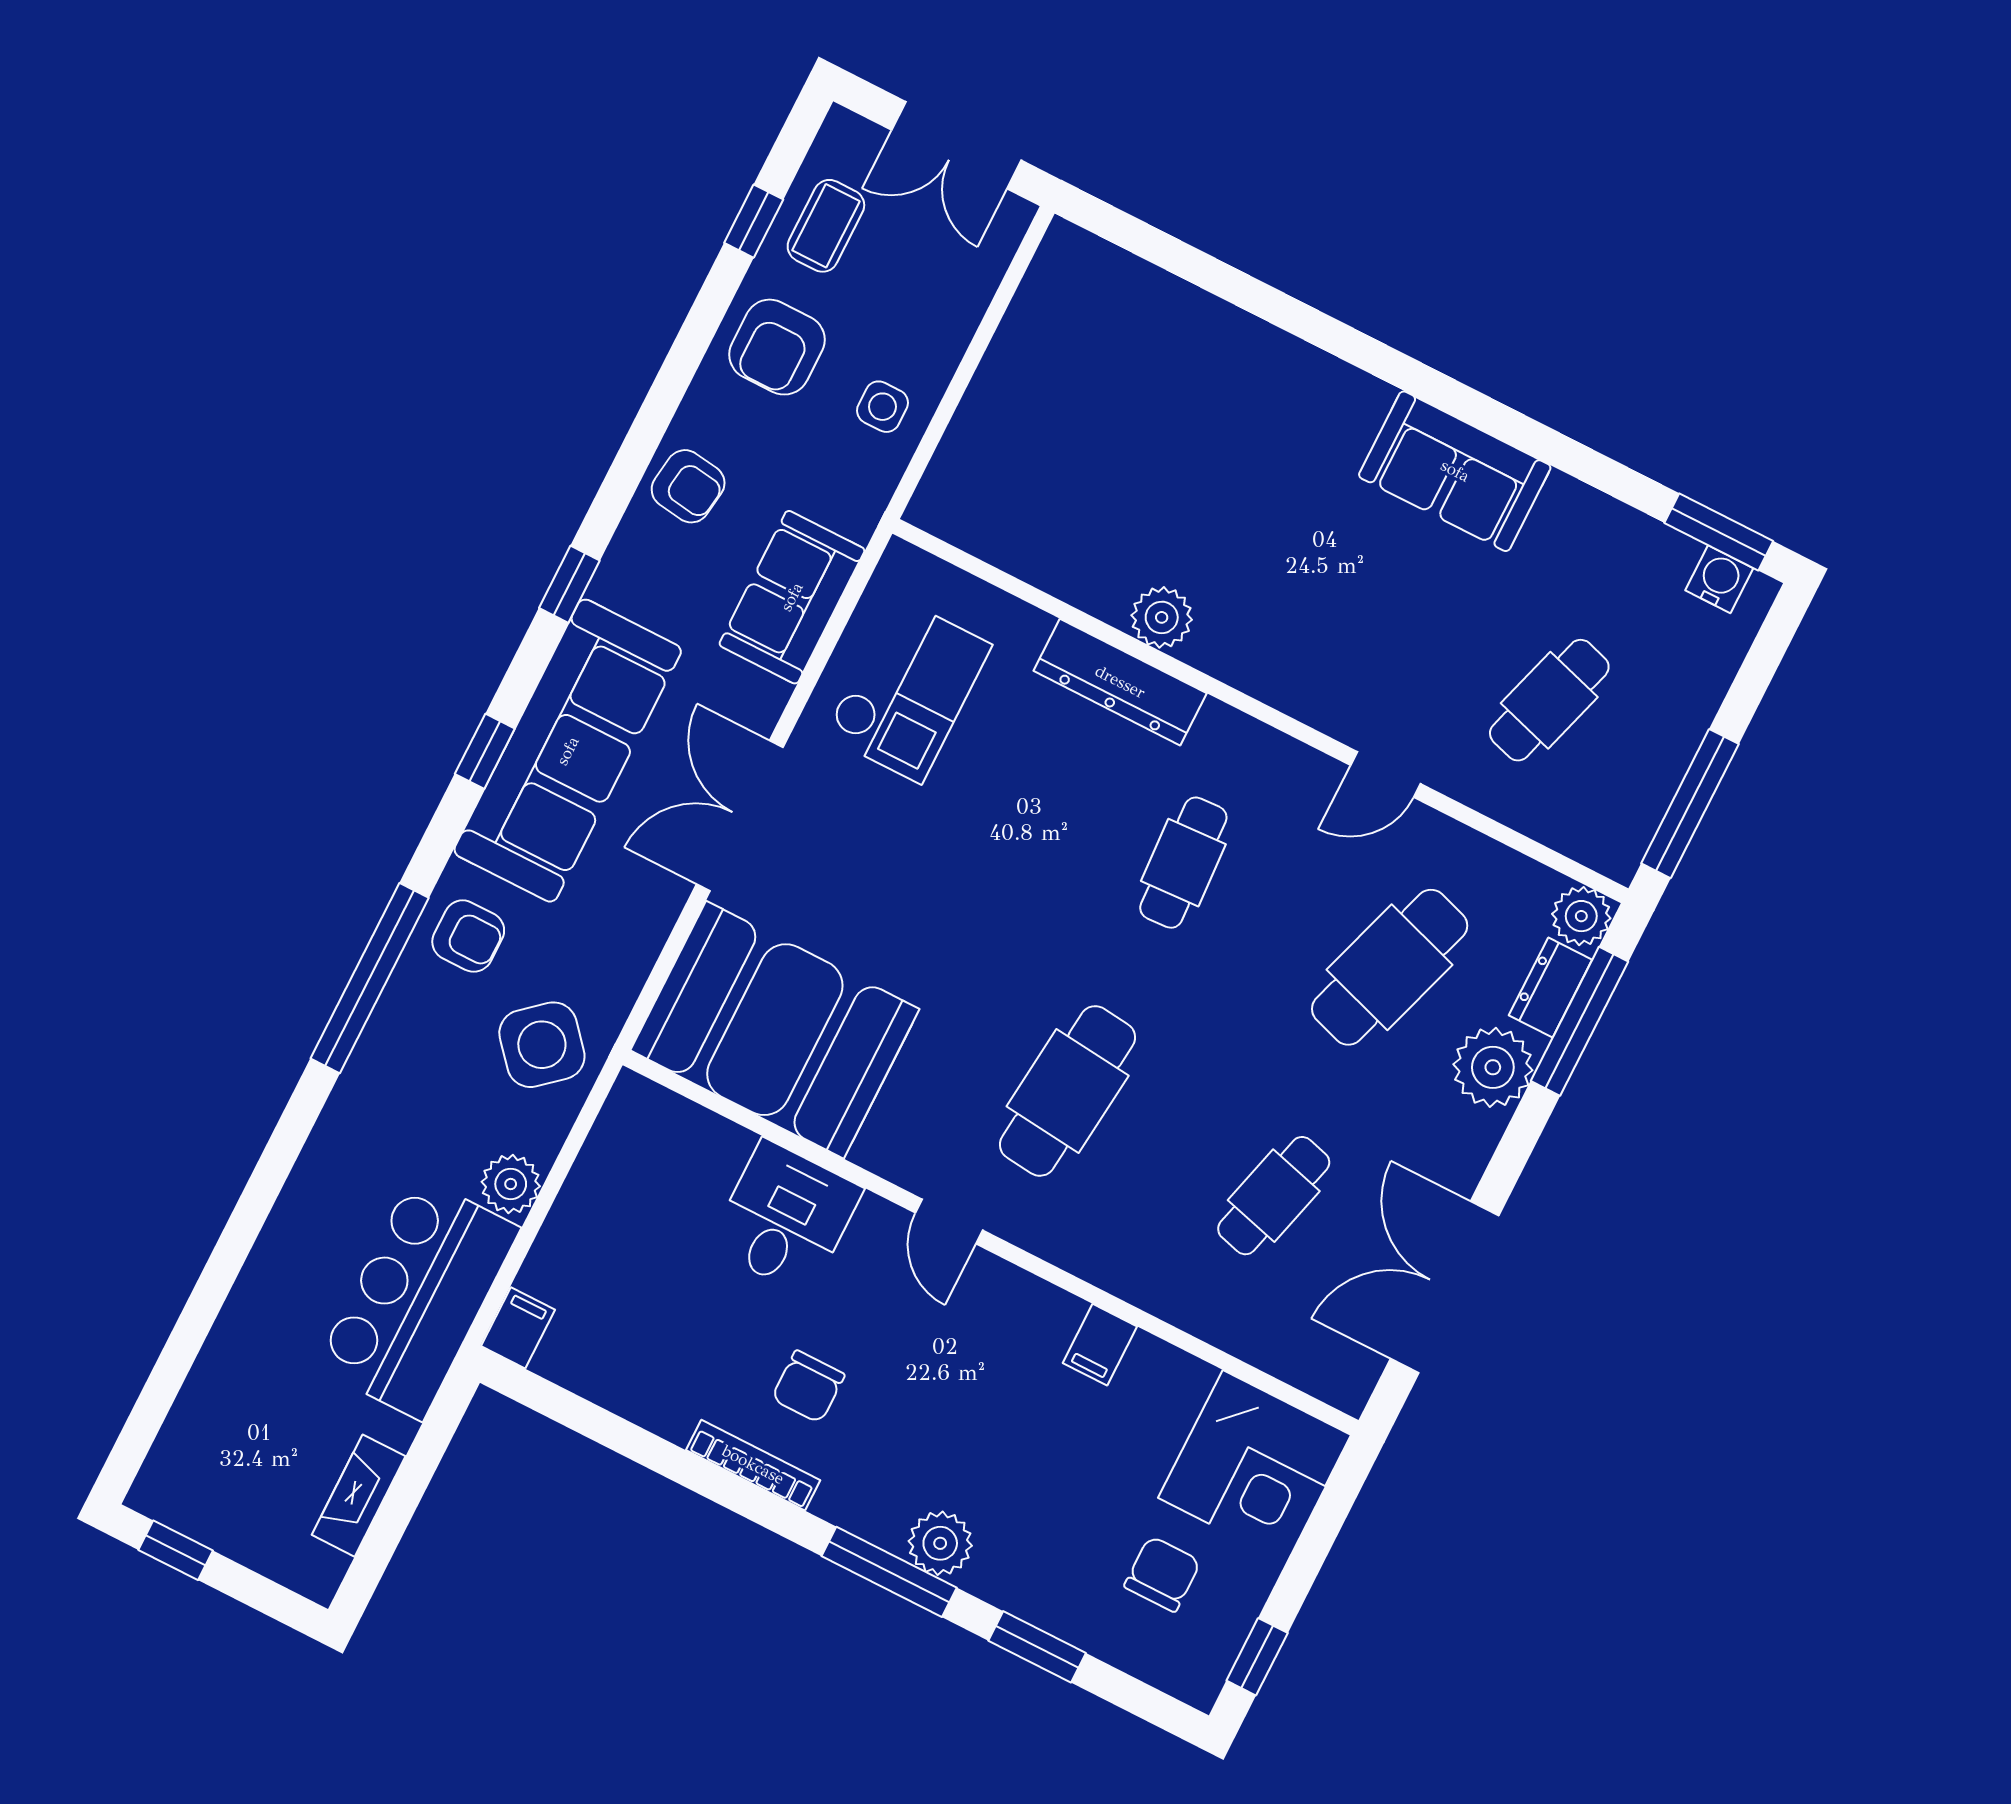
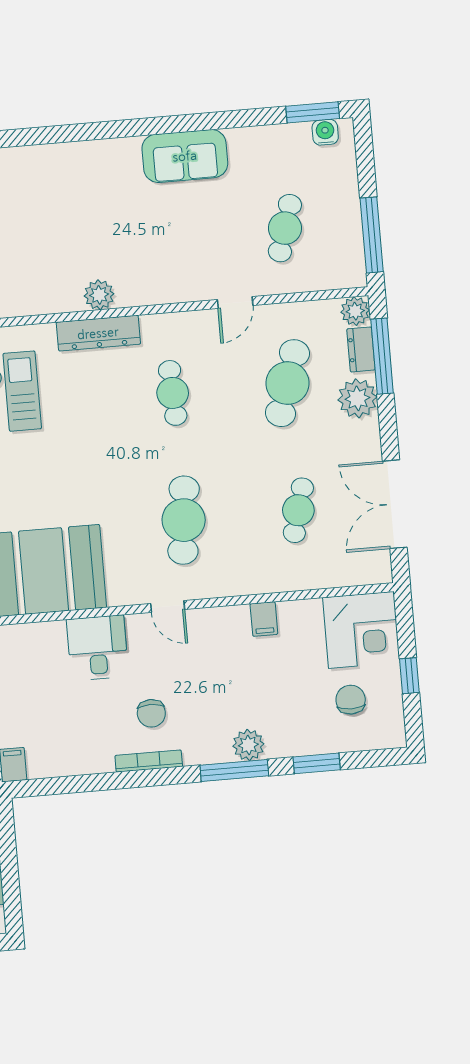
window: (1257, 1657) -> (409, 676), moved

